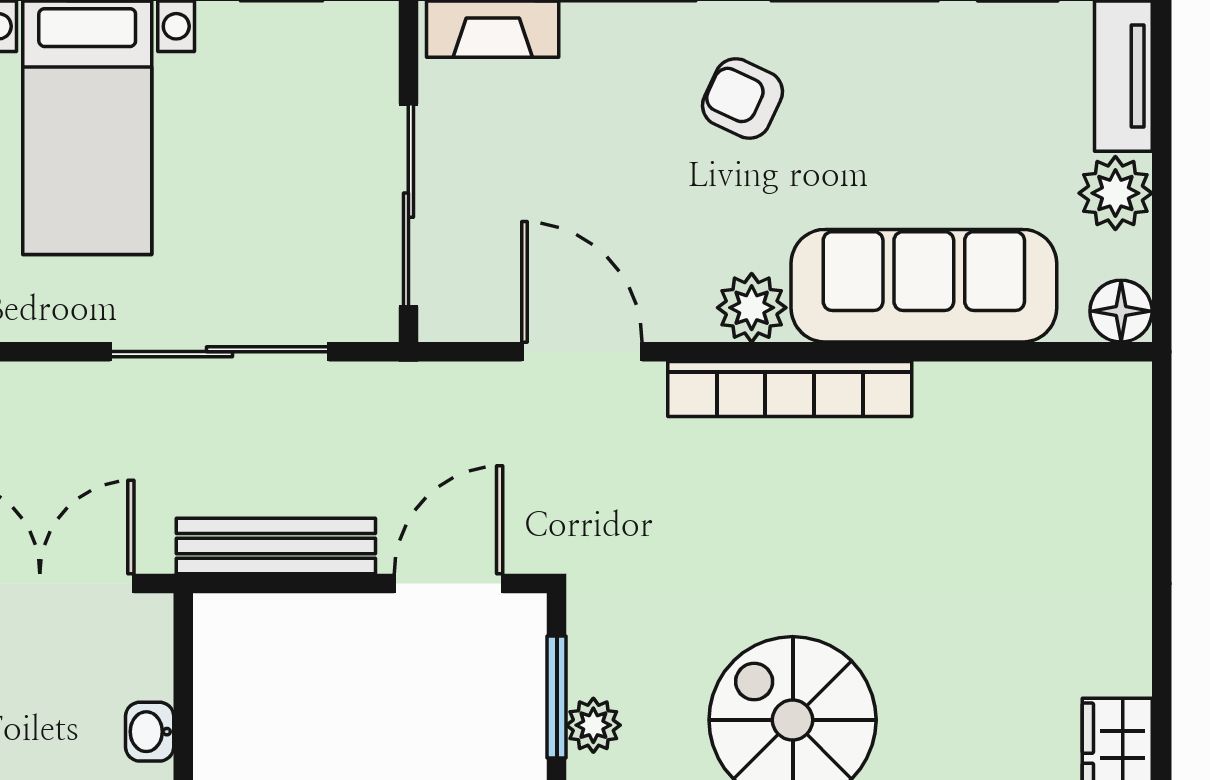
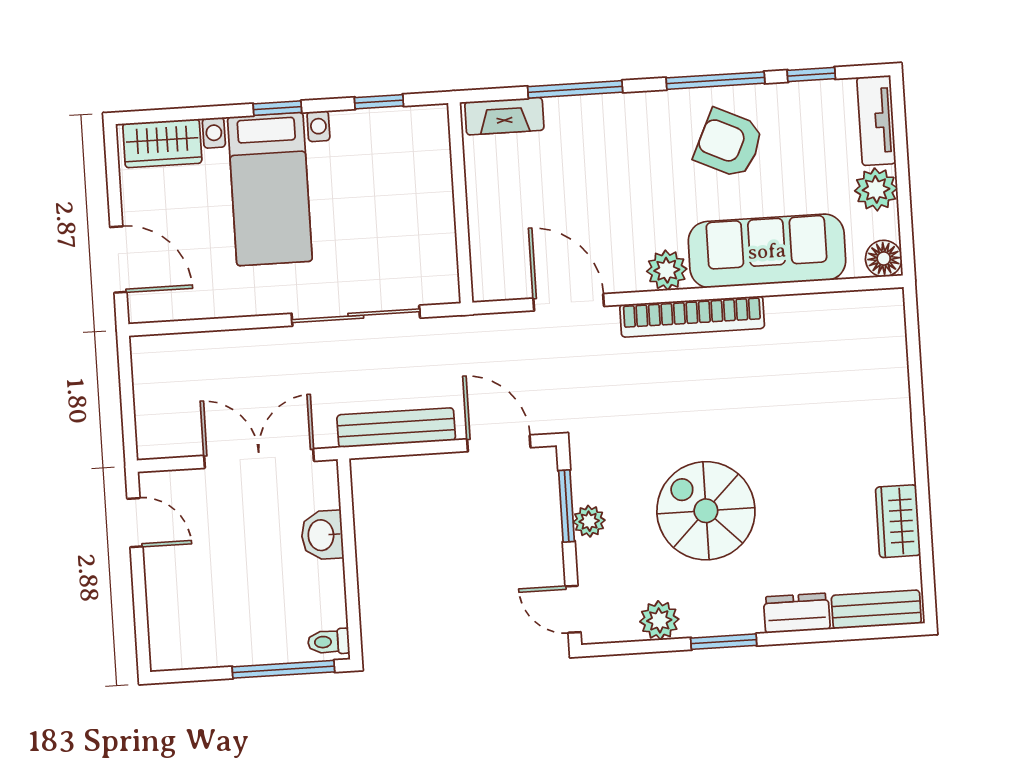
armchair: (743, 99) -> (729, 143), moved, width x1.38, depth x1.38
sliding door: (408, 205) -> (461, 223), removed
door: (448, 583) -> (499, 443), hinge flipped
washbasin: (150, 732) -> (322, 535), width x1.38, depth x1.45

